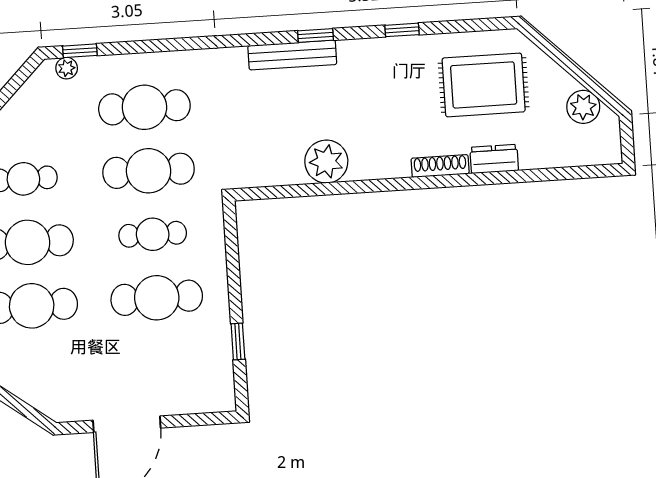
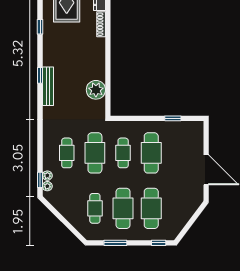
window: (402, 30) -> (40, 27), moved
plant: (90, 67) -> (47, 176), added
cafe table: (144, 107) -> (67, 153), width x0.73, depth x0.74
plant: (326, 162) -> (96, 90), moved

